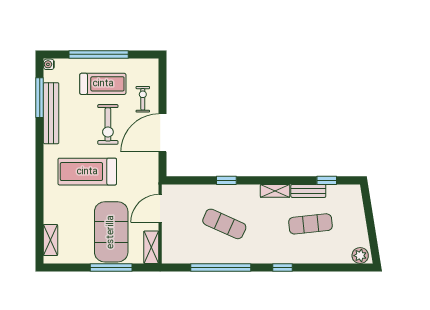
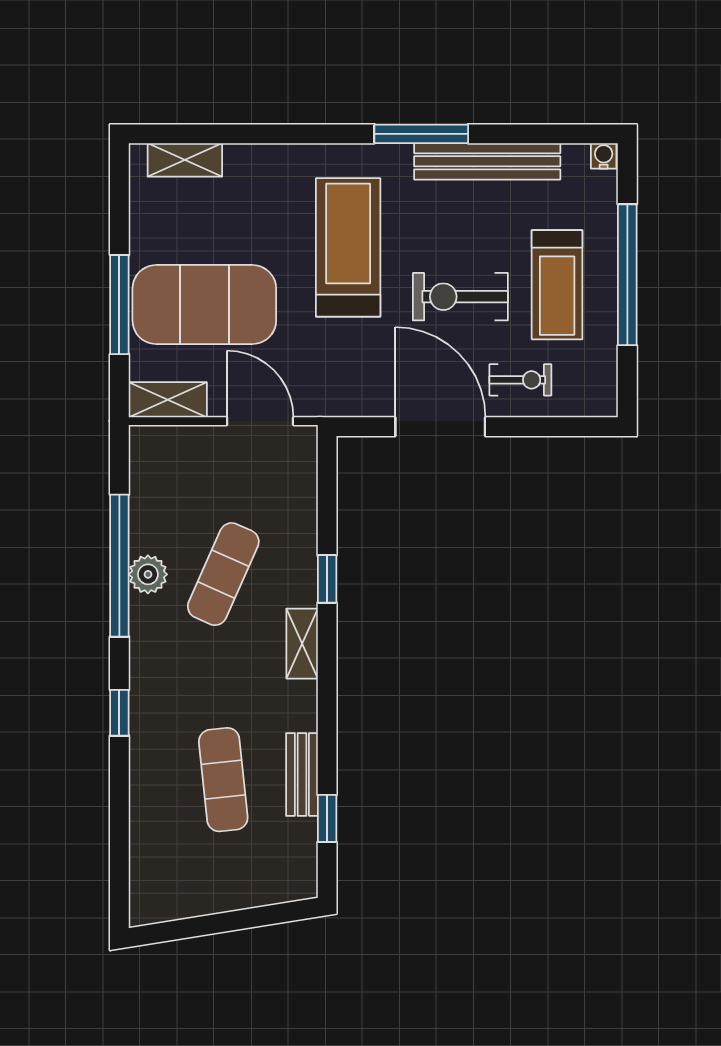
window: (40, 98) -> (421, 134), moved
shelving: (275, 191) -> (302, 644), moved
plant: (360, 256) -> (148, 574), moved

